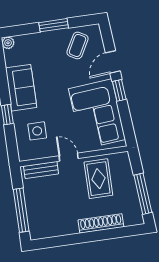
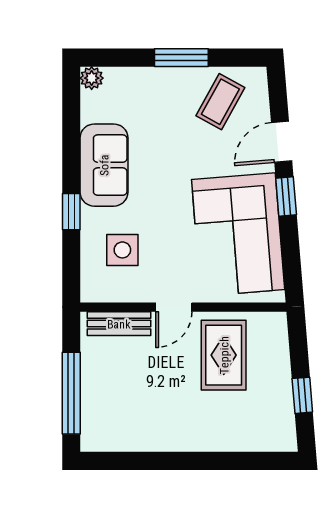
door: (69, 157) -> (174, 307), swing flipped
window: (143, 194) -> (302, 395), width x0.46
shoe rack: (101, 223) -> (216, 439), removed

